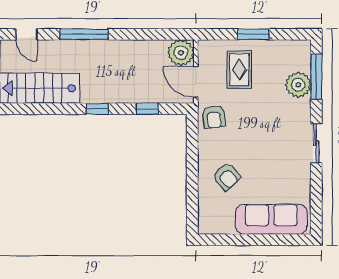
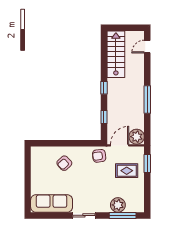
window: (84, 34) -> (147, 100), moved
window: (253, 34) -> (147, 163), moved
sofa: (271, 219) -> (52, 203), moved, turned -90

